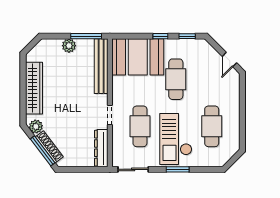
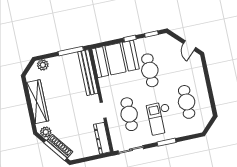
plant: (69, 46) -> (43, 65), moved
checkout: (176, 139) -> (160, 118), width x0.73, depth x0.83

